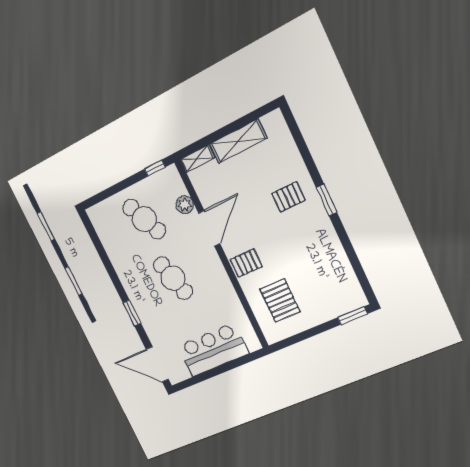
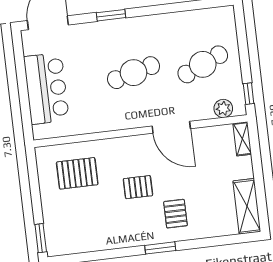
shelving: (238, 141) -> (247, 206), moved
plant: (185, 205) -> (223, 108), moved
pallet: (246, 263) -> (138, 187), moved, turned 90

